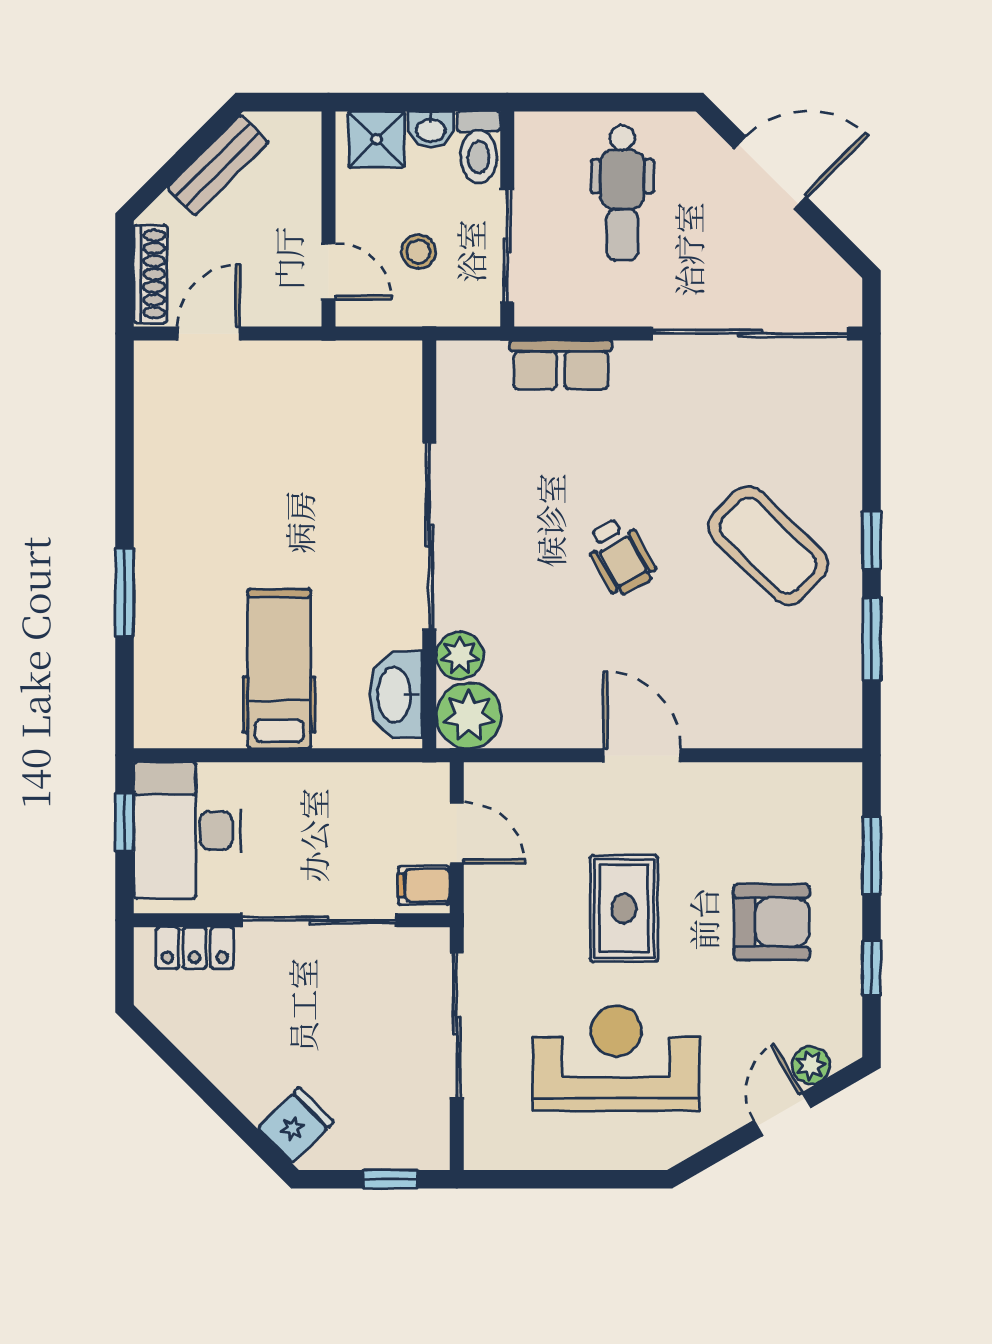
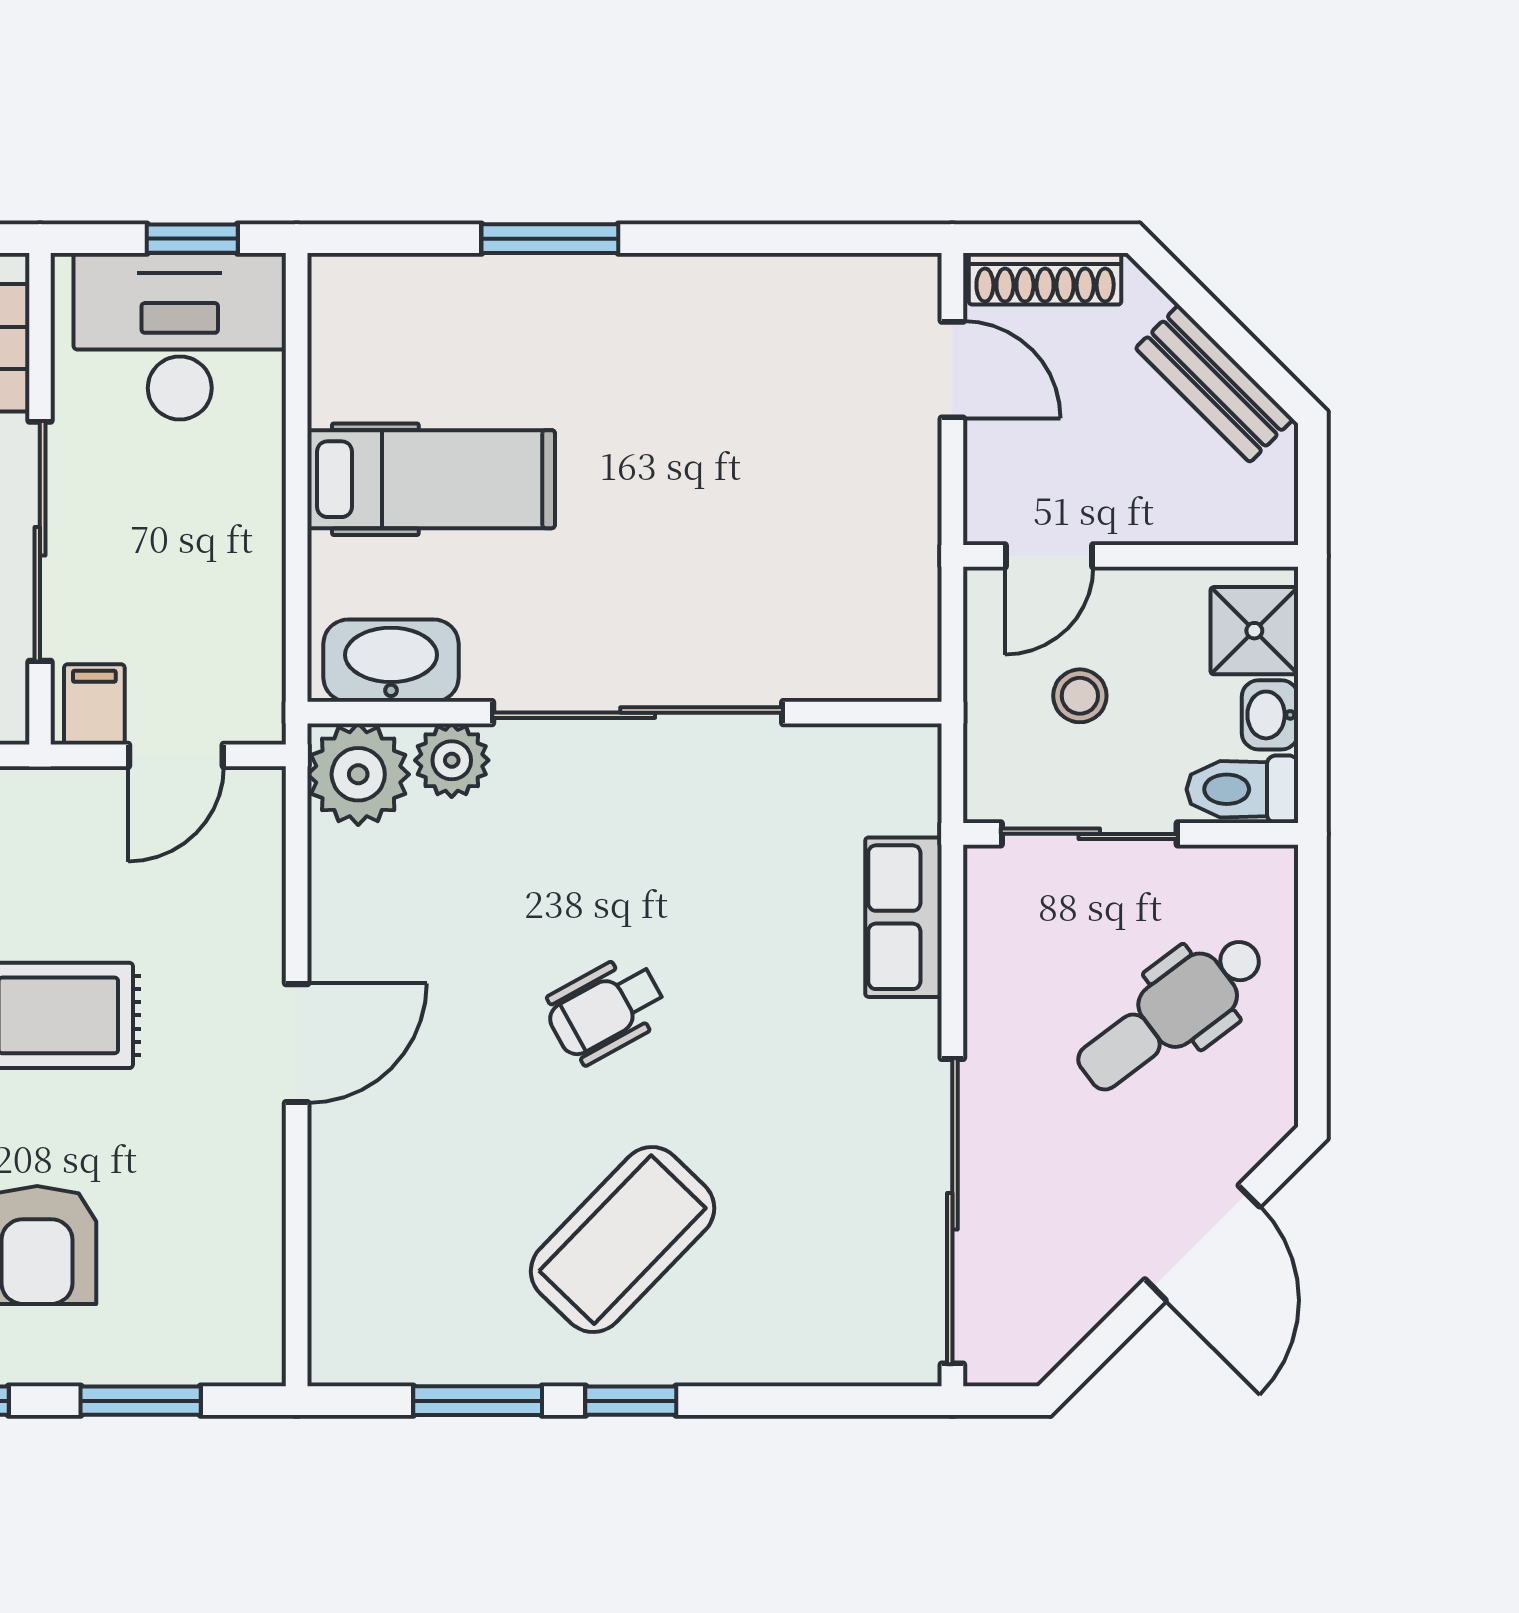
dental chair: (622, 193) -> (1171, 1013), turned -37

